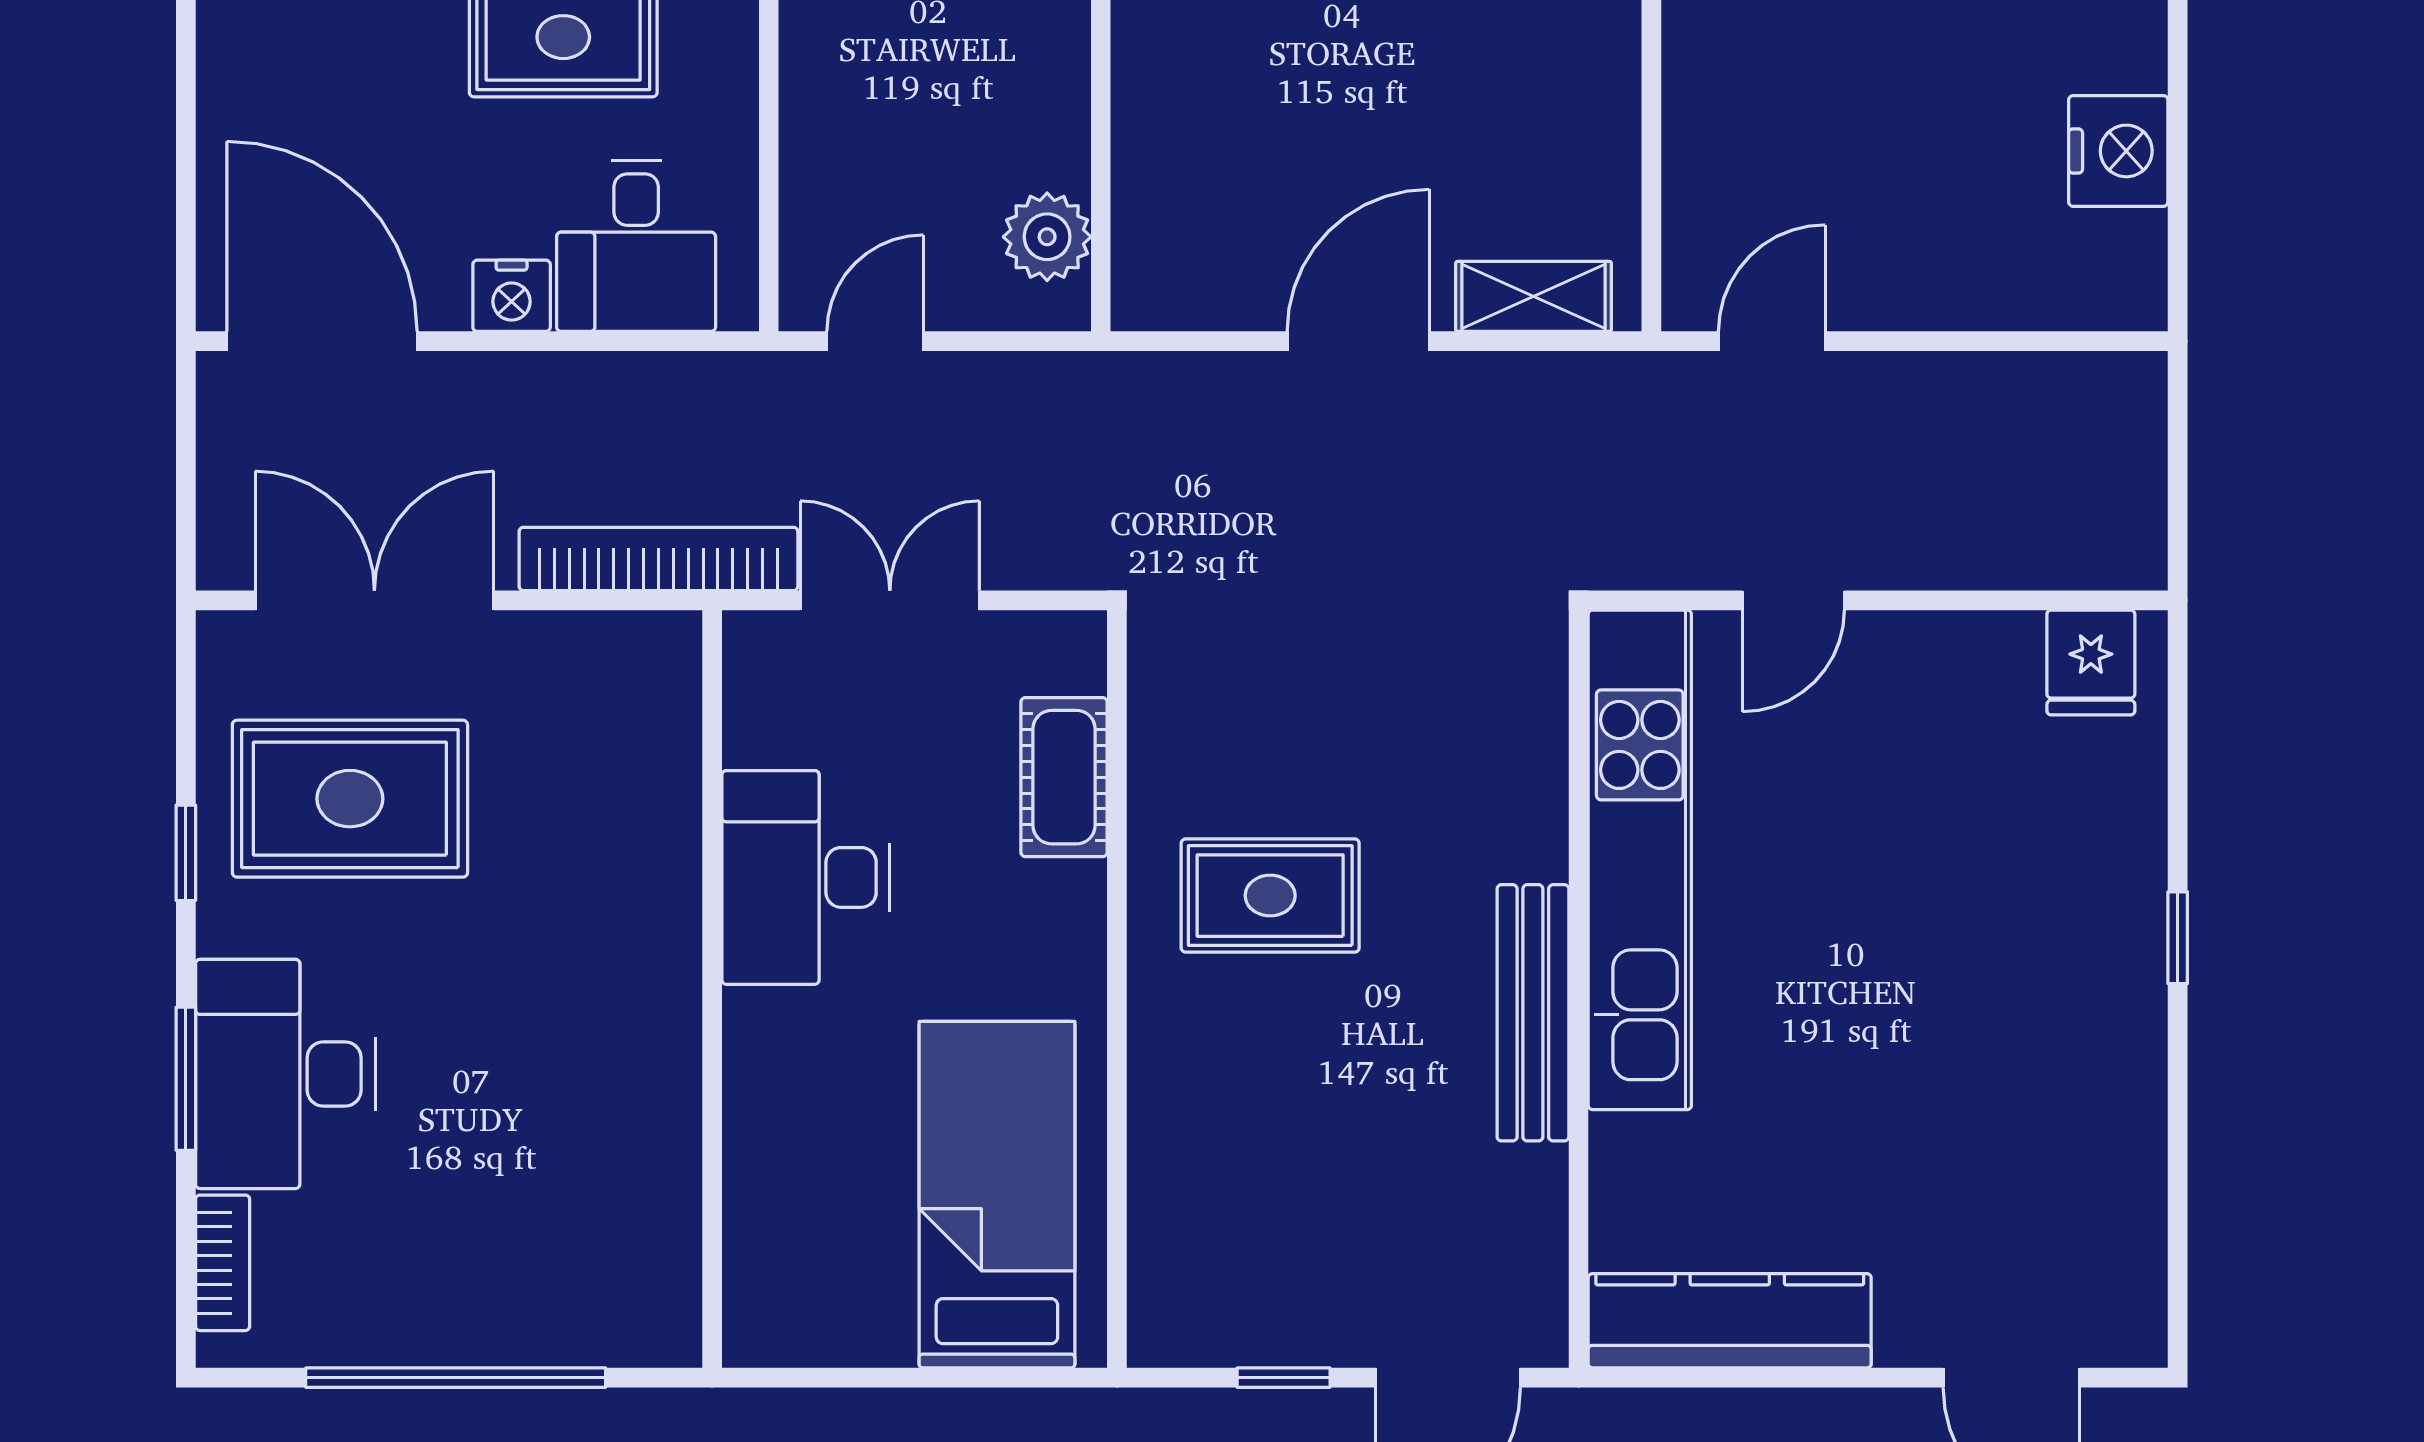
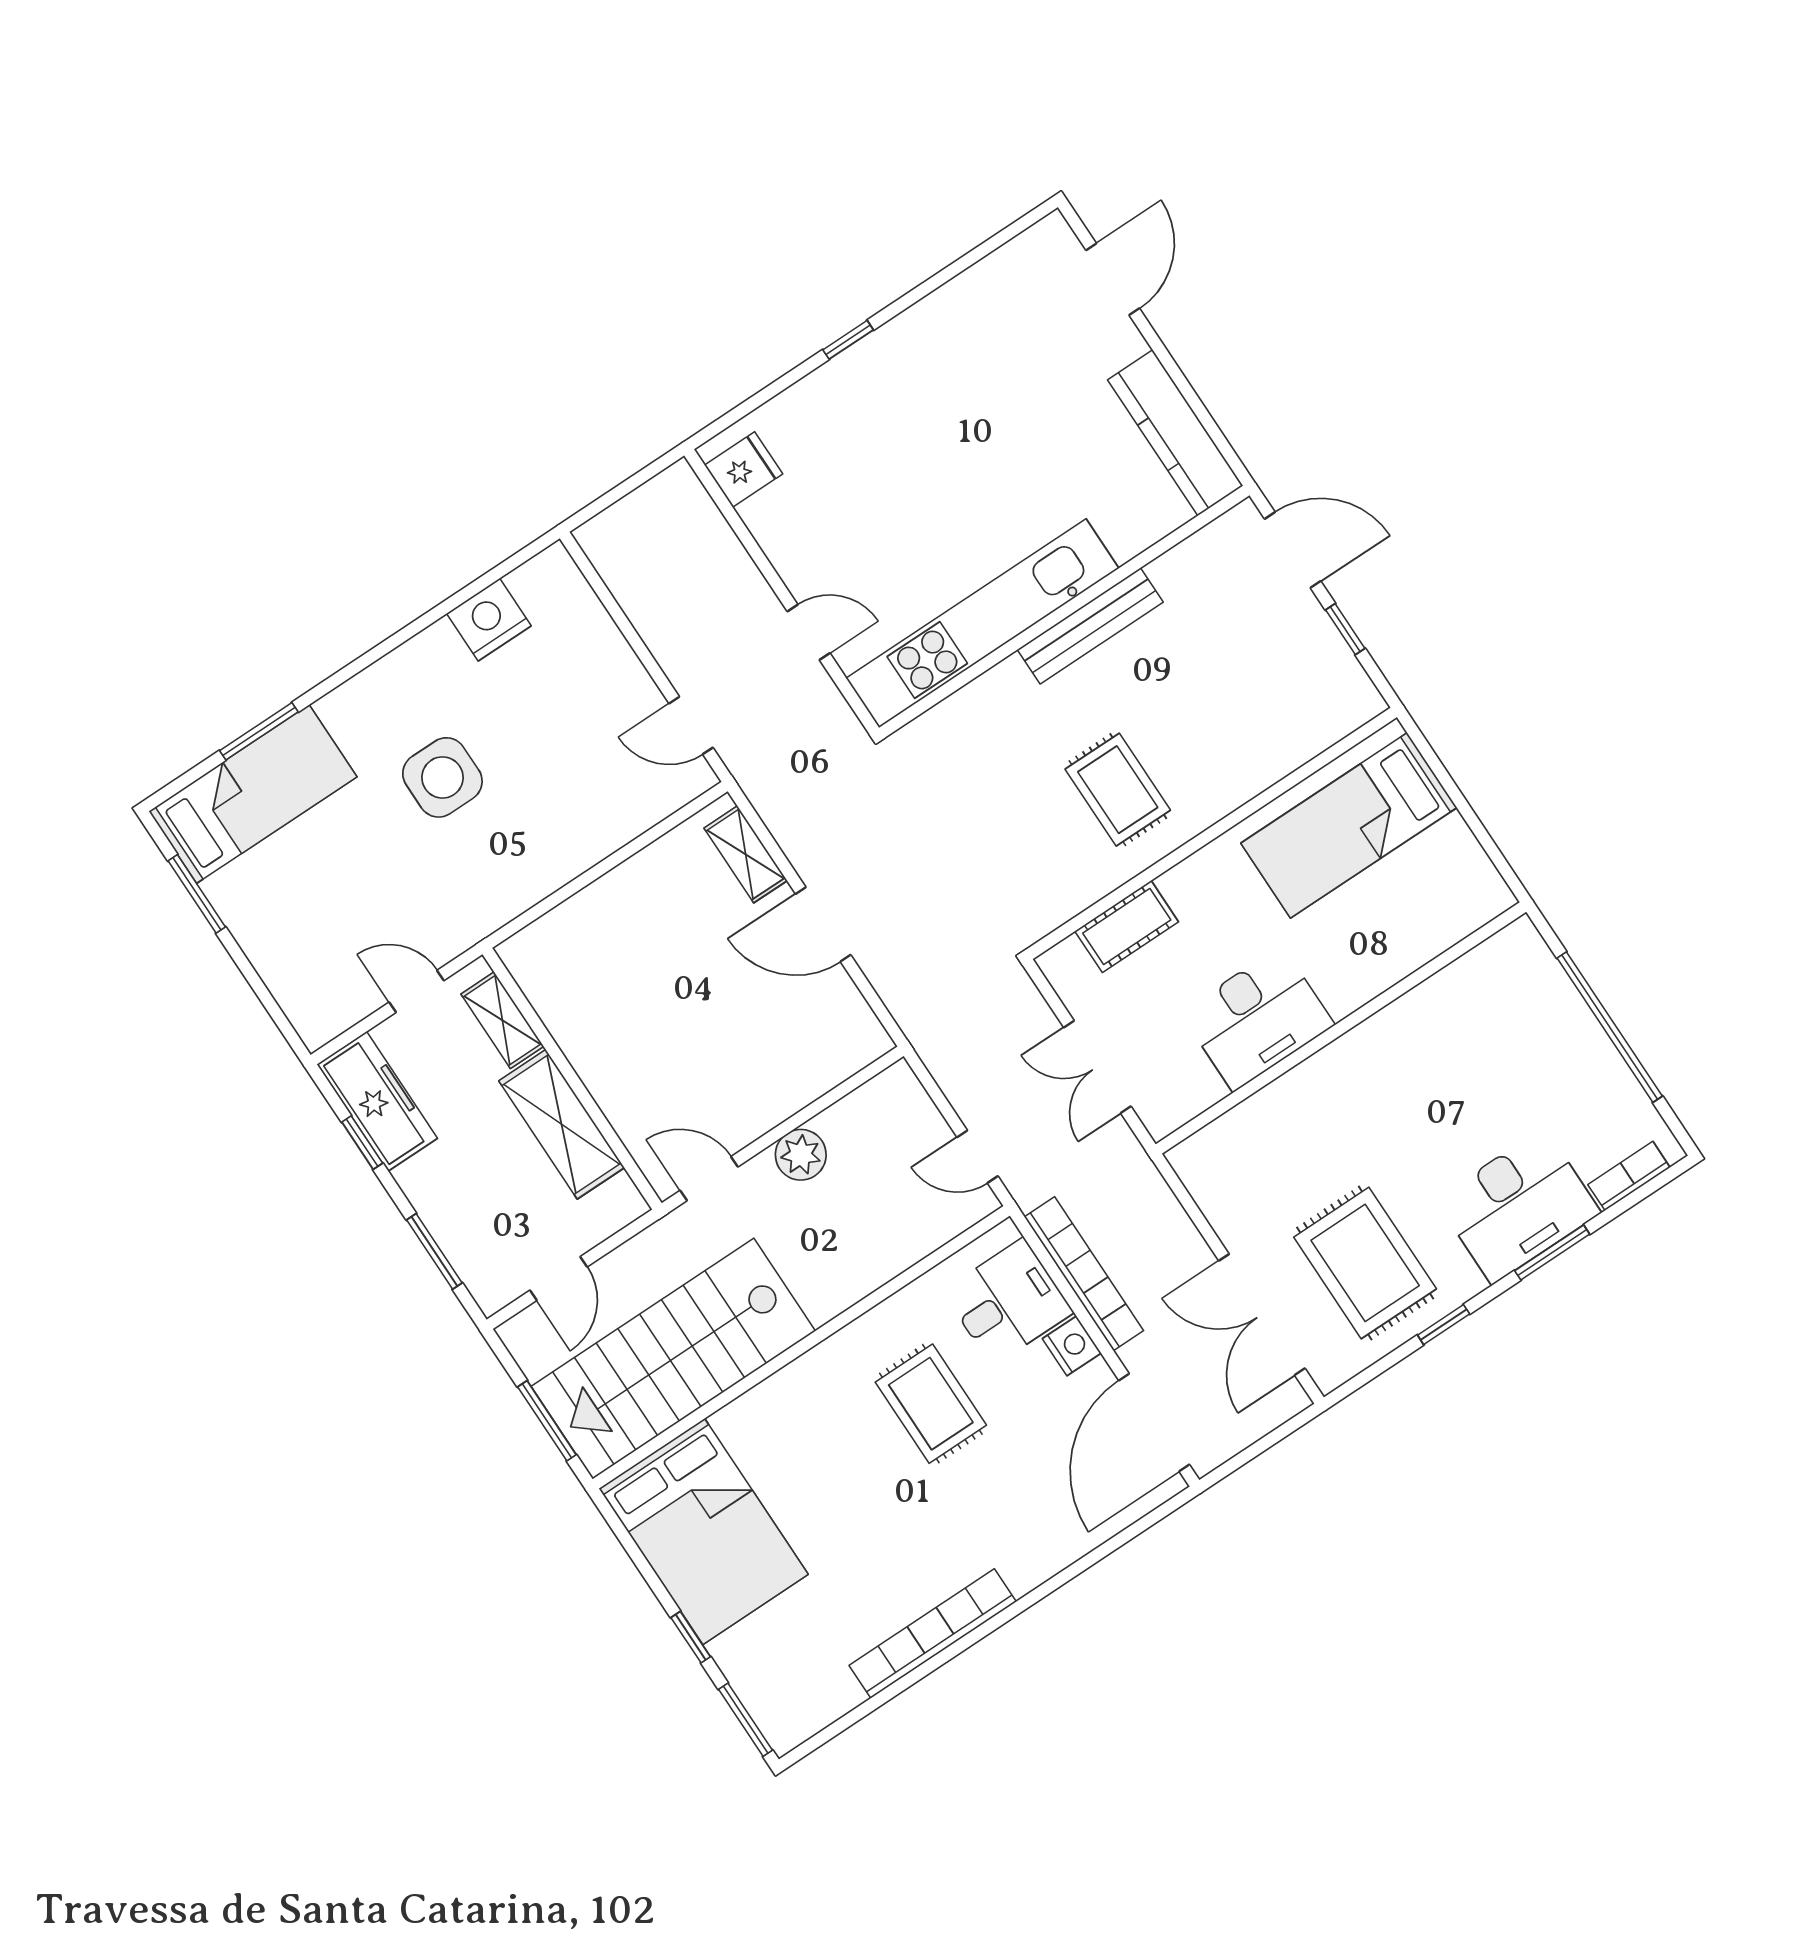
plant: (1047, 237) -> (801, 1155), moved
bookcase: (658, 559) -> (1084, 1274), moved, turned 180

